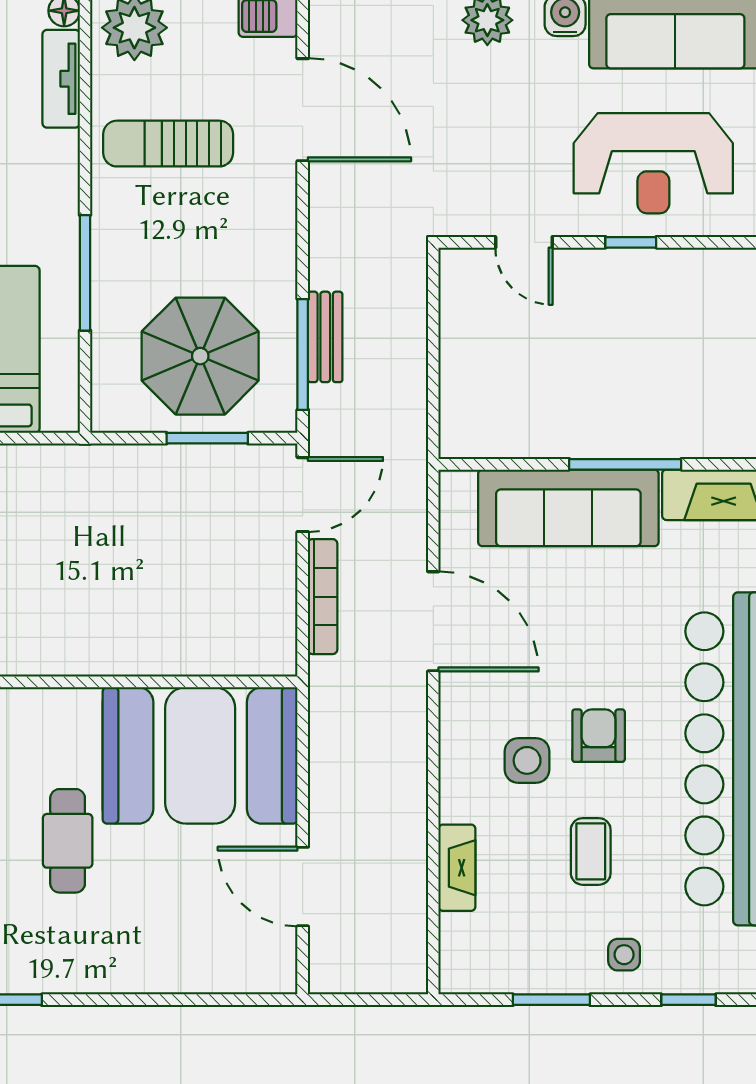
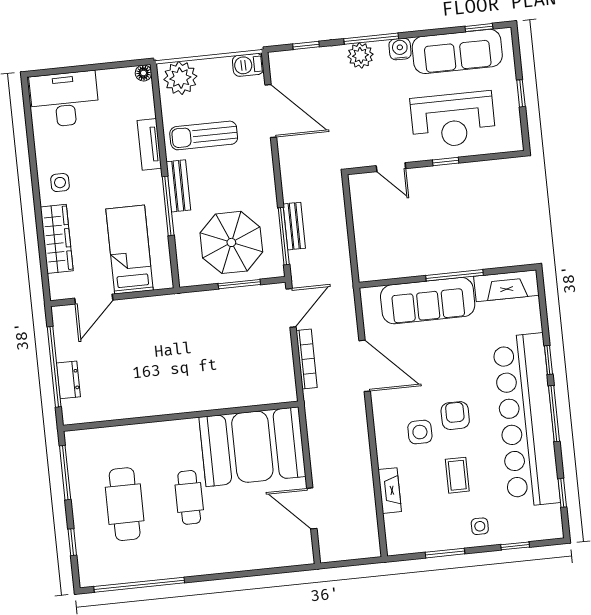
tv unit: (61, 79) -> (149, 144), moved
bench: (109, 236) -> (178, 186), added

